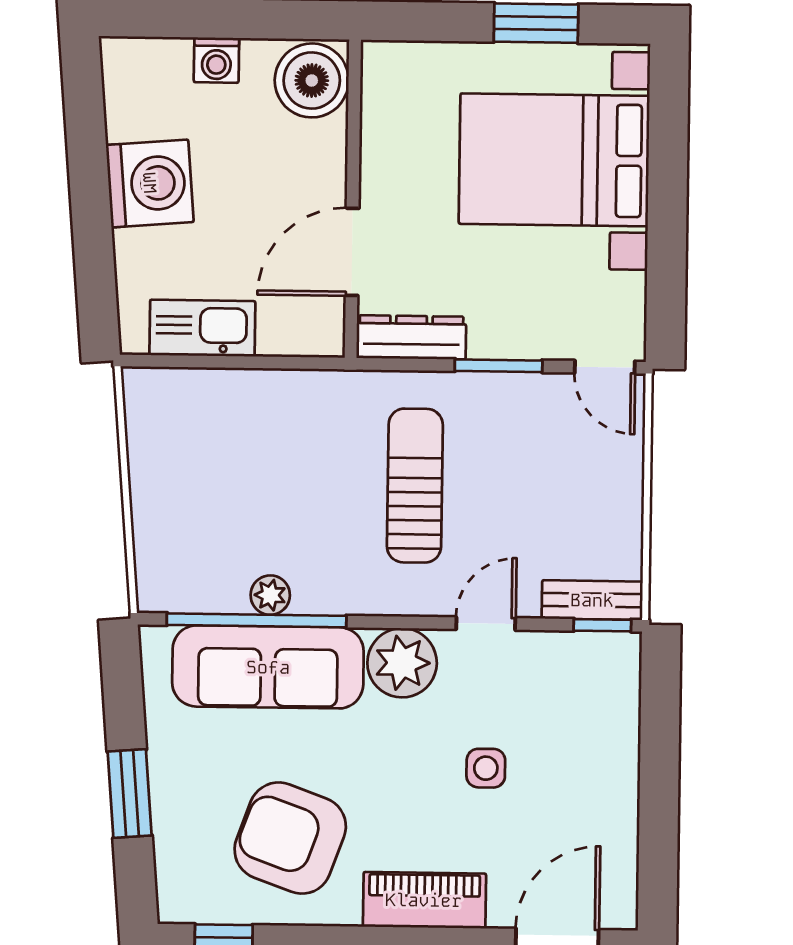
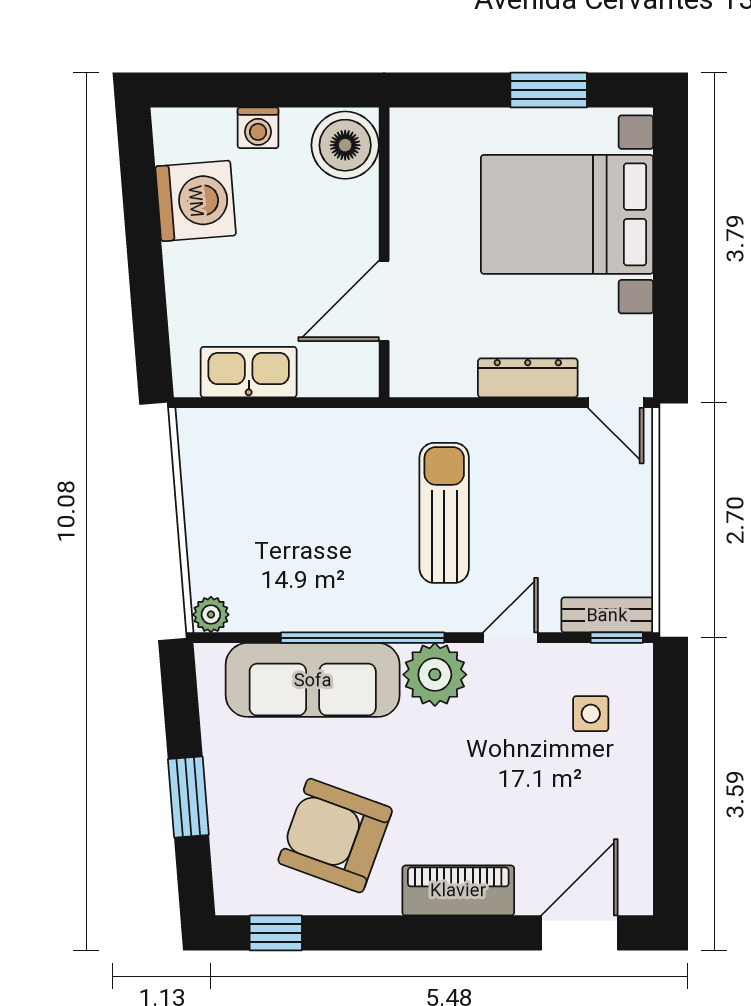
washing machine: (150, 183) -> (196, 201), moved
dresser: (411, 337) -> (528, 378), moved
window: (499, 366) -> (519, 403), removed
plant: (270, 595) -> (211, 615), moved
window: (257, 620) -> (363, 638), moved
side table: (486, 768) -> (591, 714), moved

